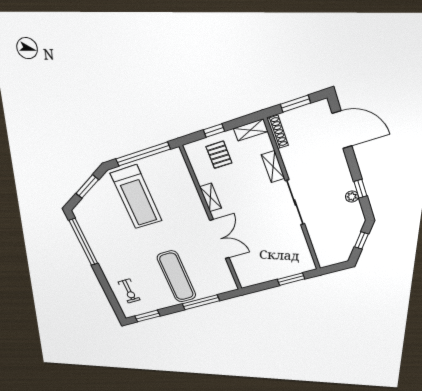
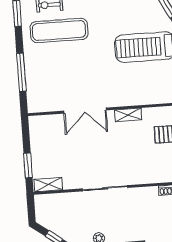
shelving: (273, 167) -> (48, 185), moved
exercise mat: (176, 277) -> (59, 31), moved

